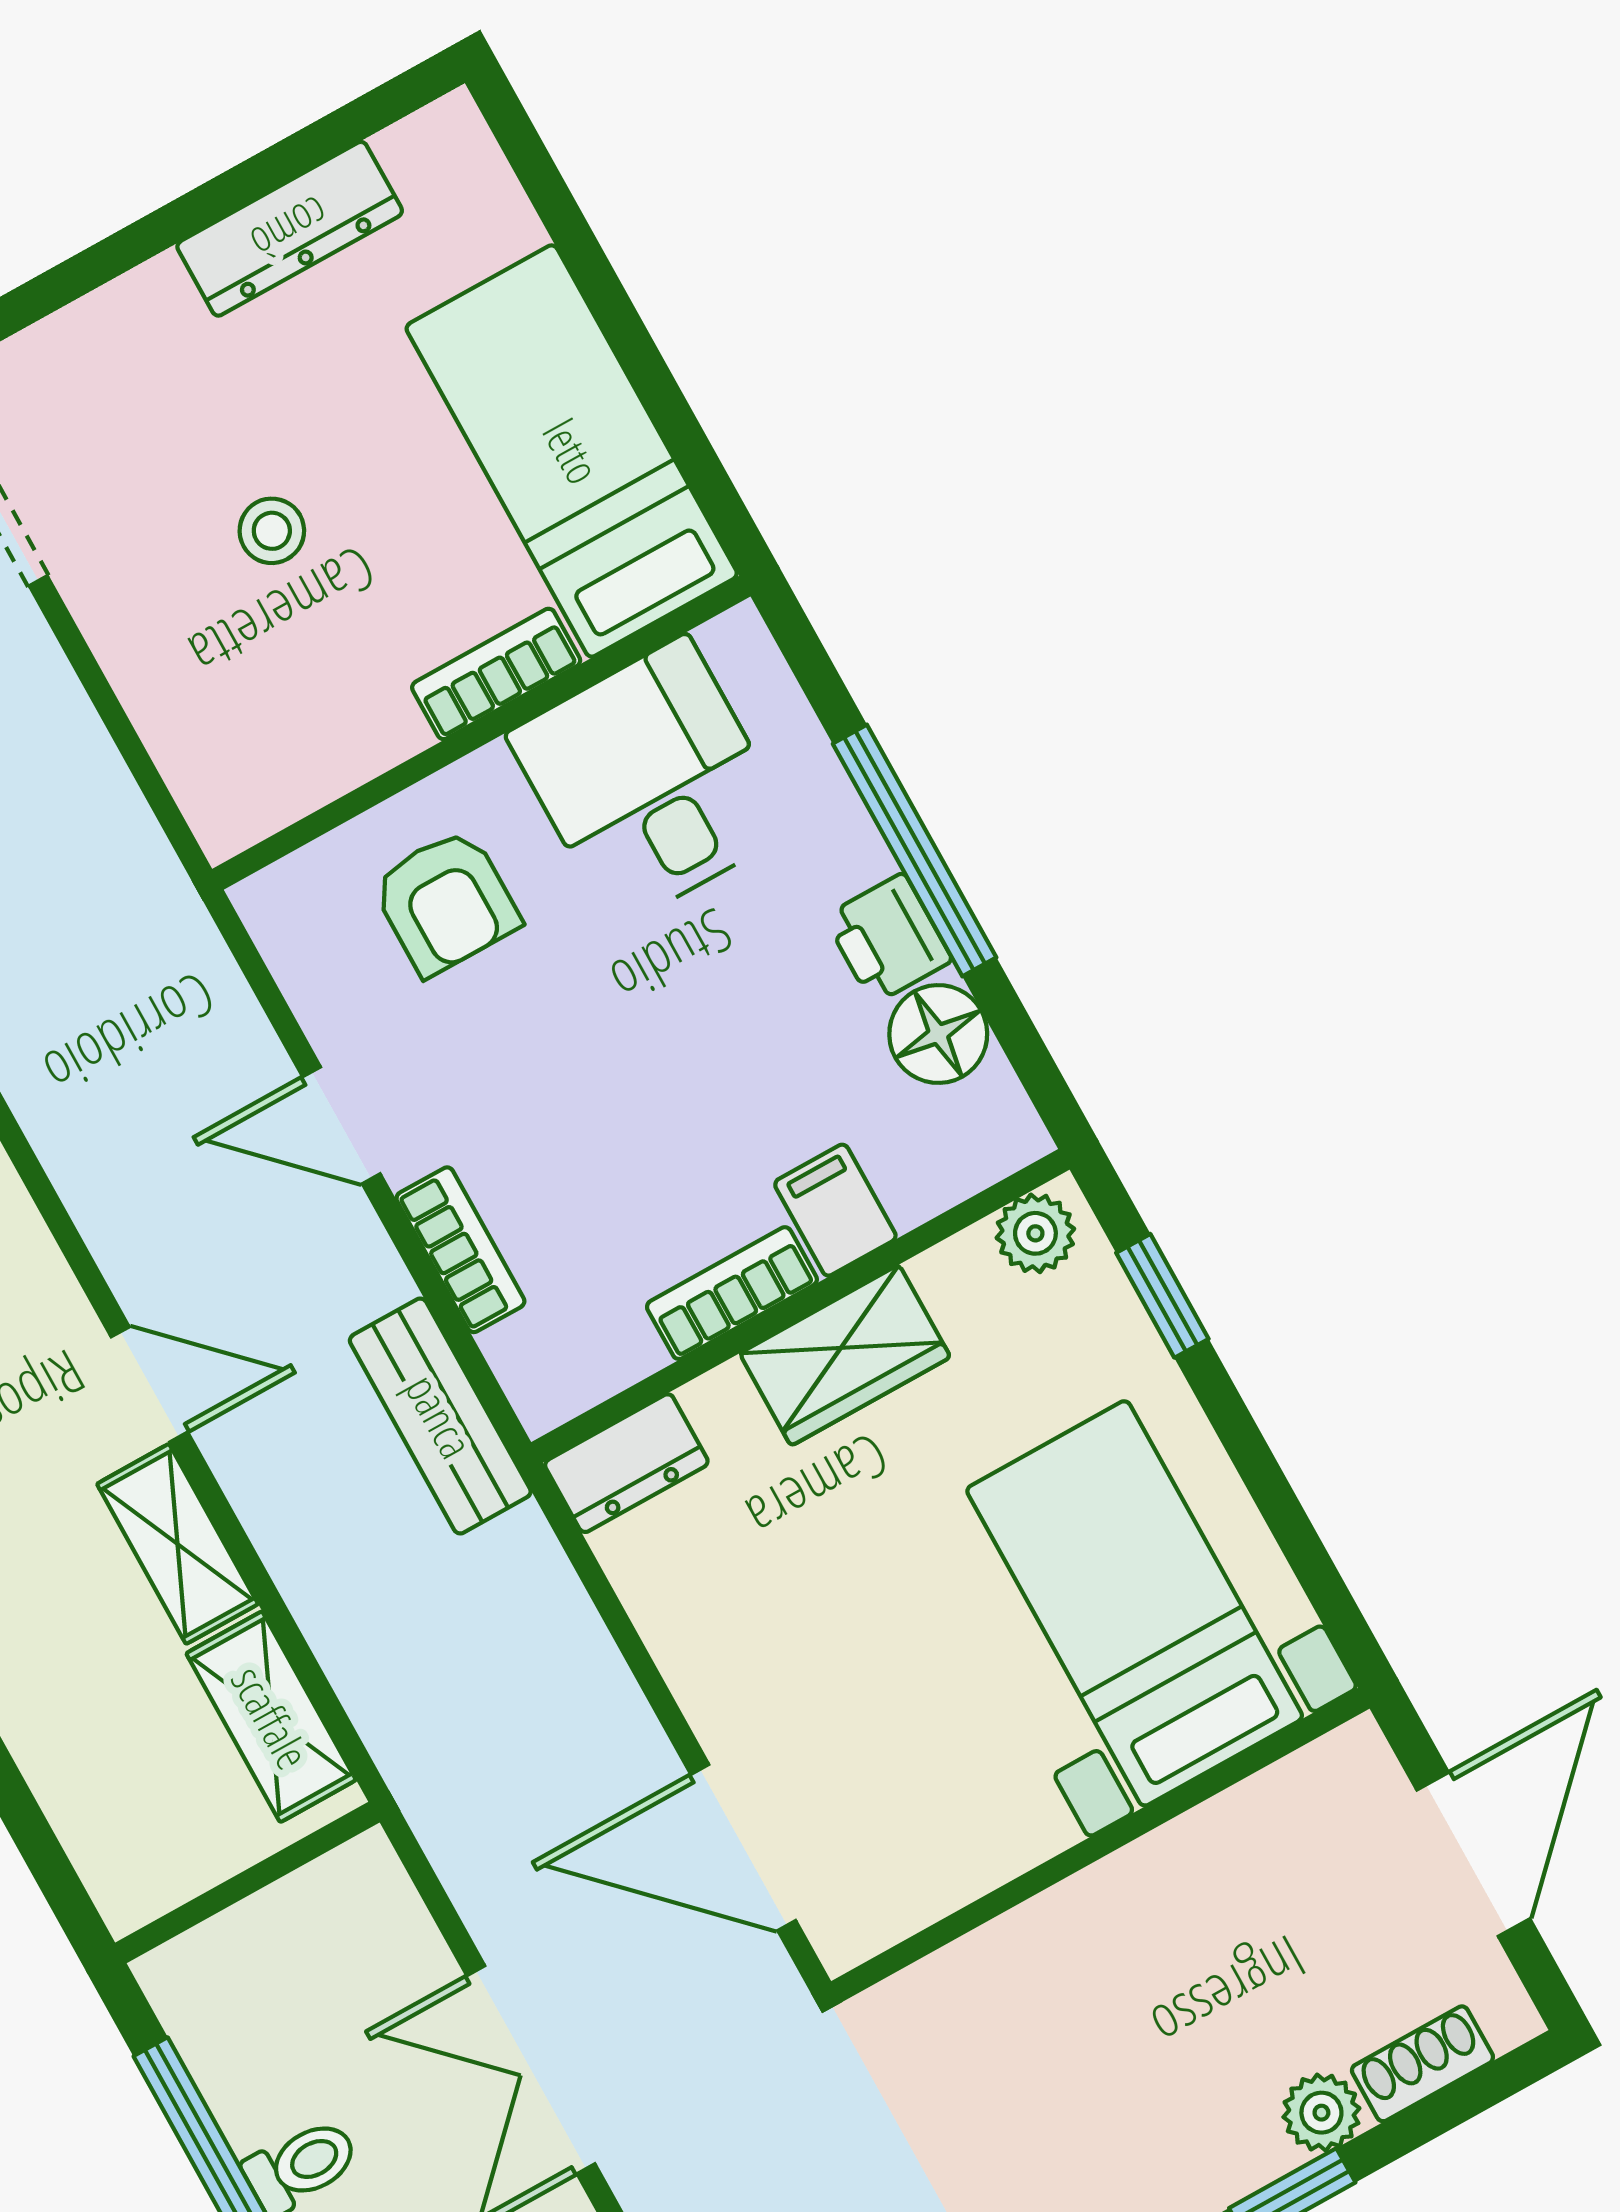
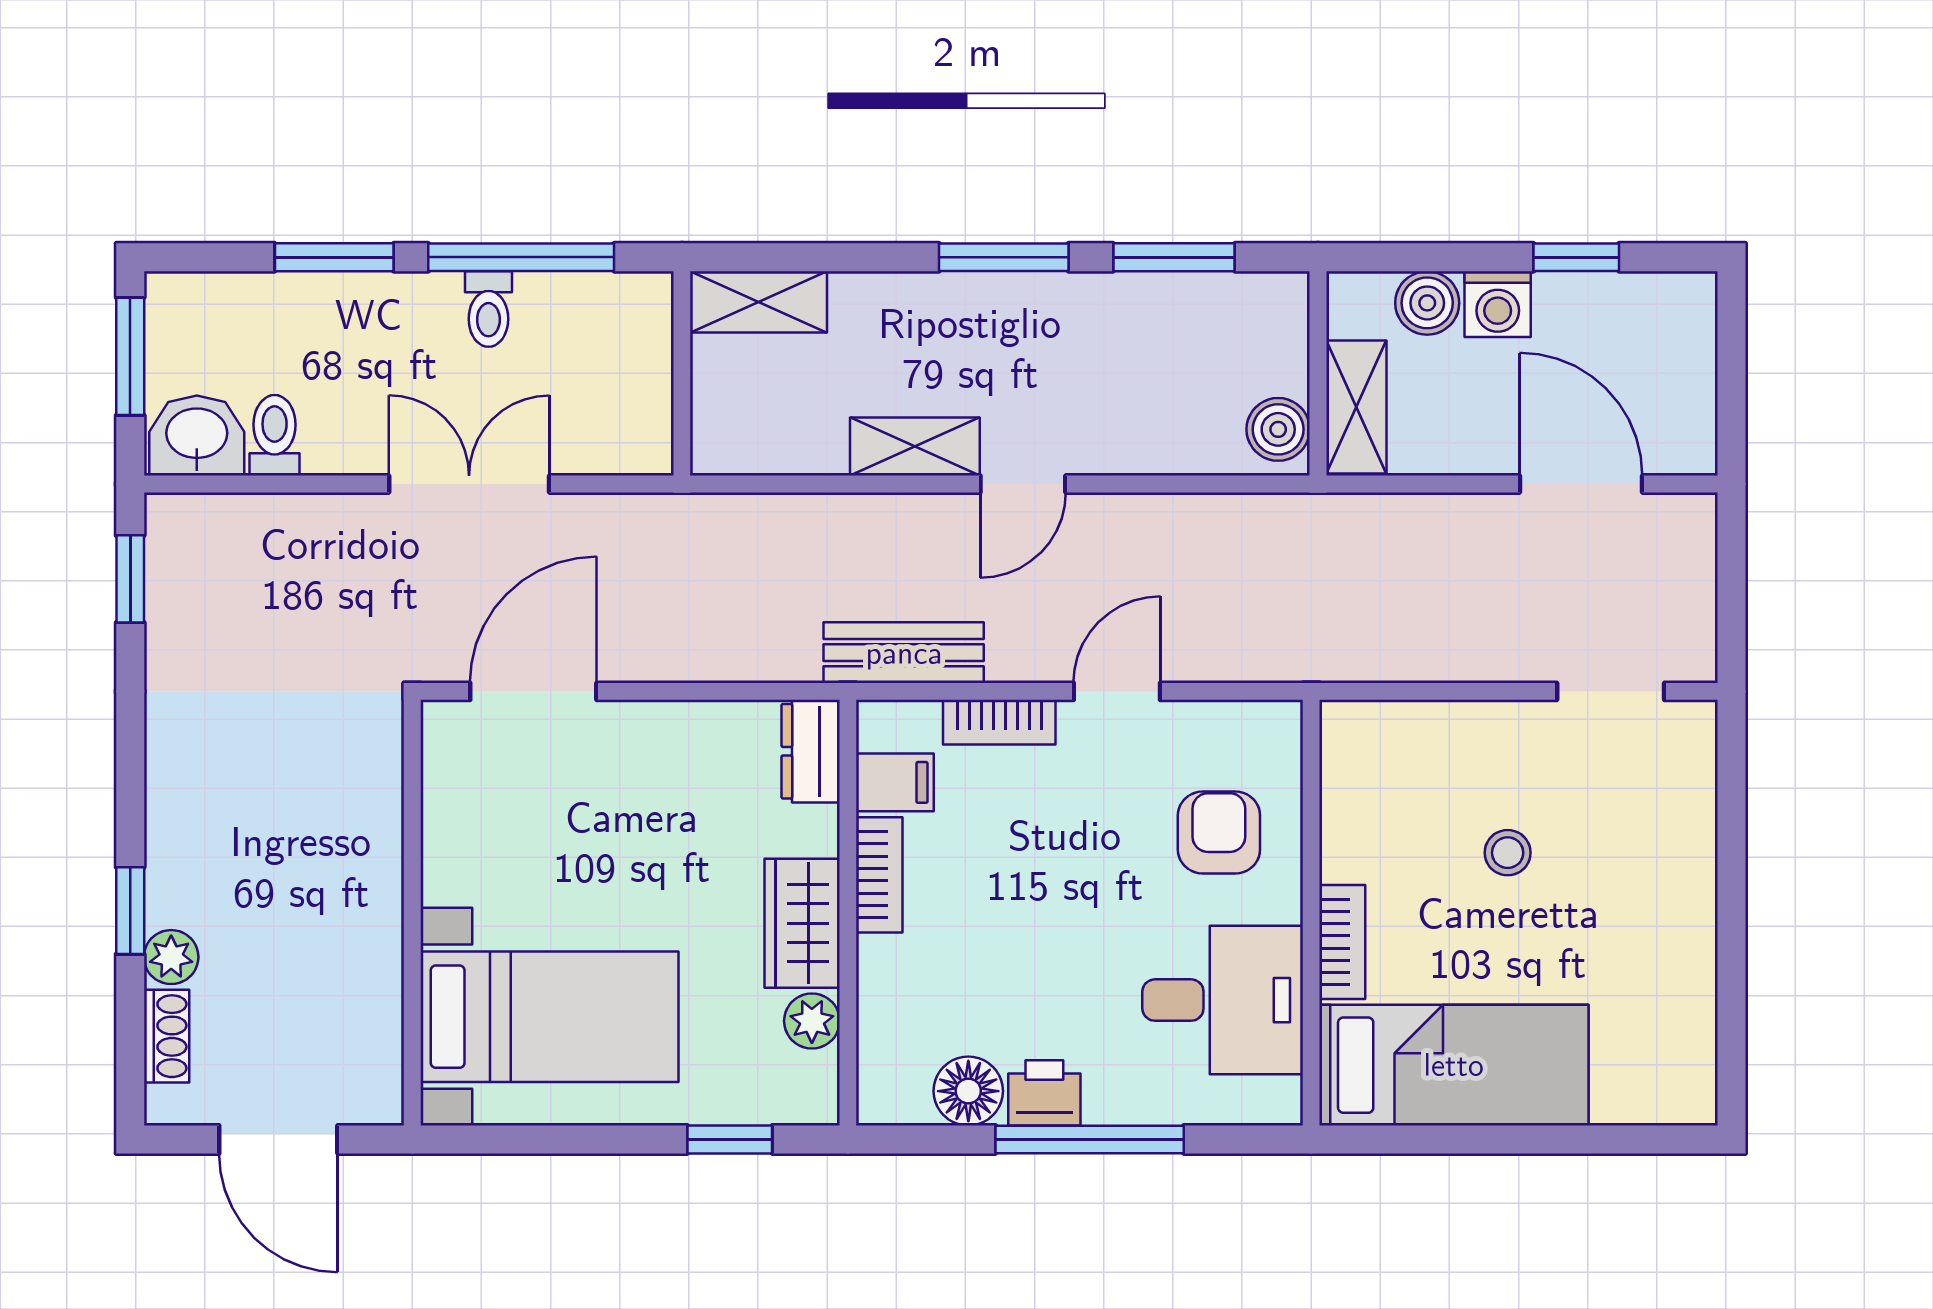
dresser: (290, 229) -> (1688, 967), removed
armchair: (446, 902) -> (1219, 832), turned 90
filing cabinet: (835, 1210) -> (895, 782), moved
plant: (1035, 1233) -> (812, 1021), moved
shelving: (271, 1717) -> (759, 302), moved

